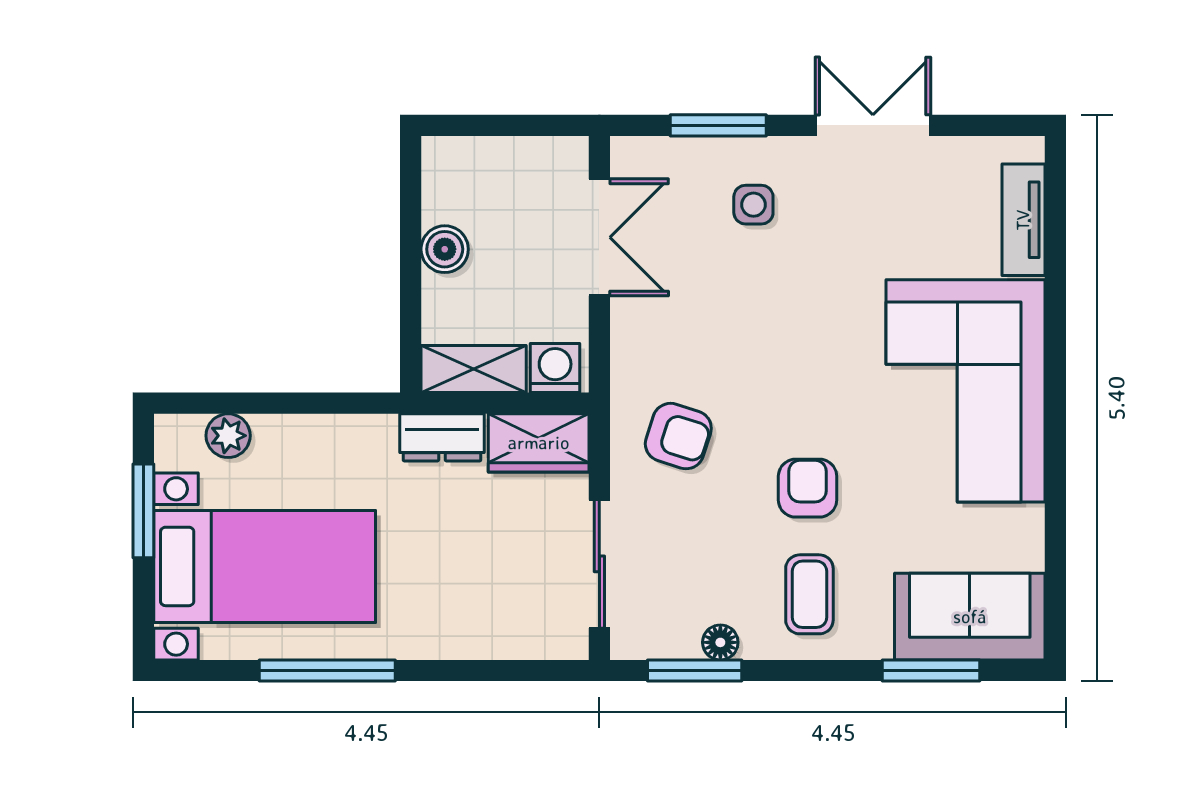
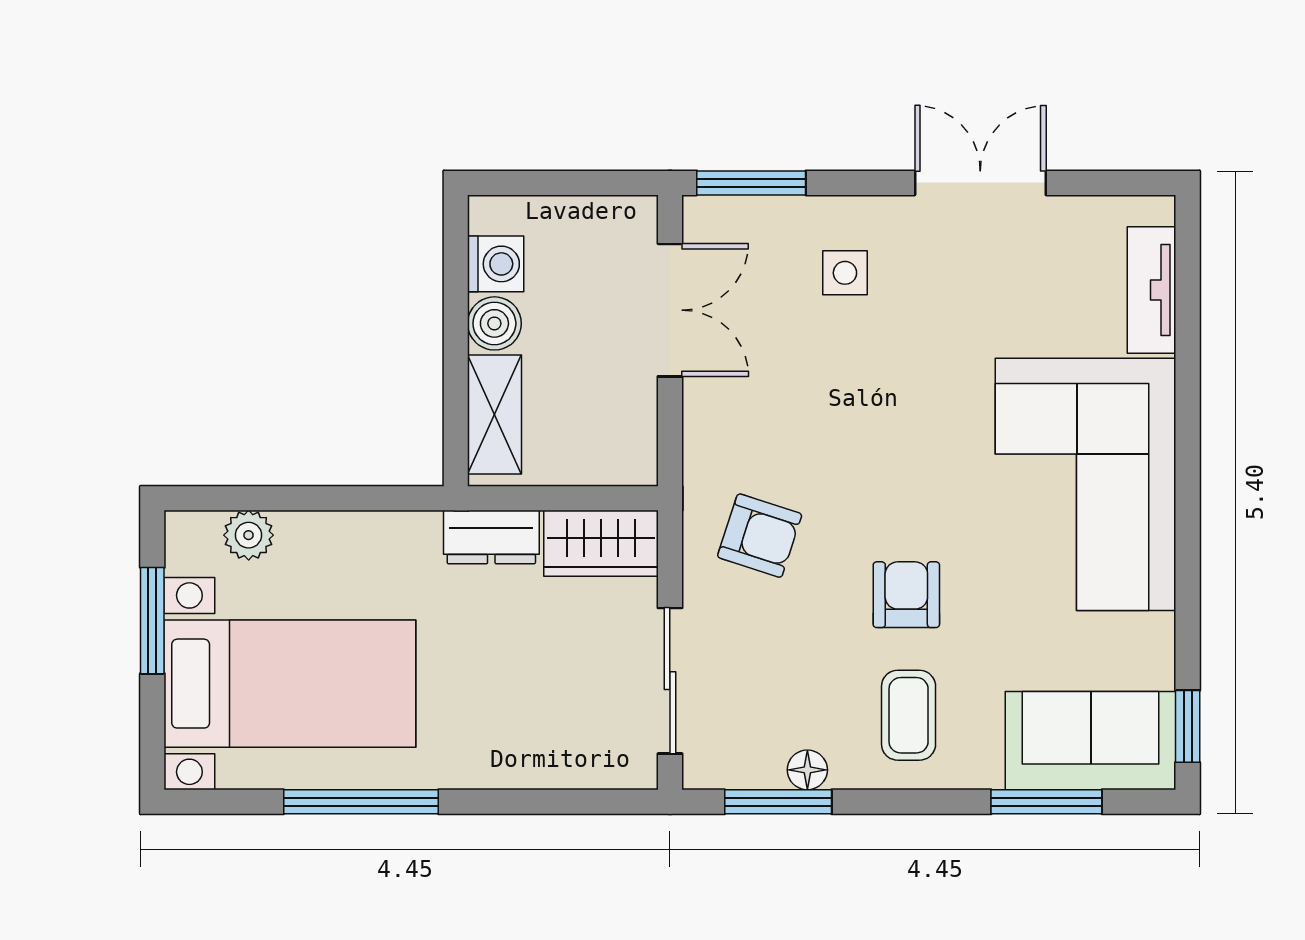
window: (718, 125) -> (751, 183), moved
washing machine: (555, 368) -> (496, 264), moved, turned 90
shelving: (474, 369) -> (495, 415), moved, turned 90
window: (1055, 604) -> (1188, 726), added

